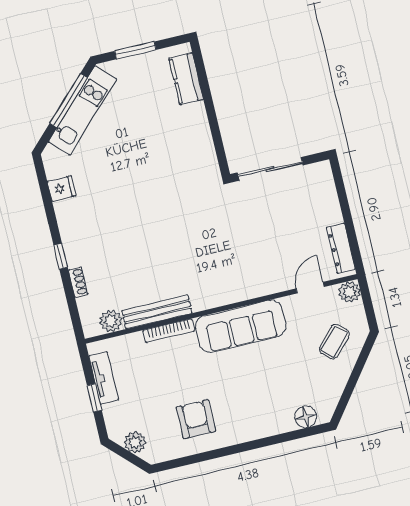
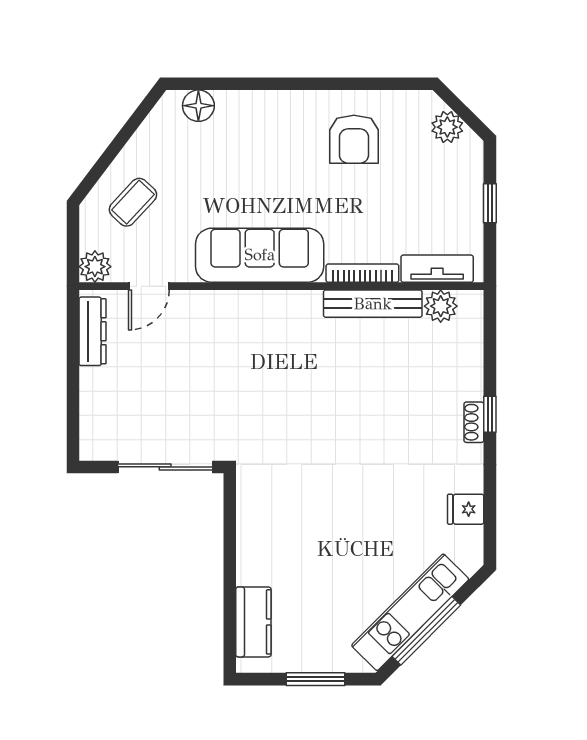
shoe rack: (78, 282) -> (474, 422), moved
tv unit: (104, 378) -> (437, 269), moved, turned 90

